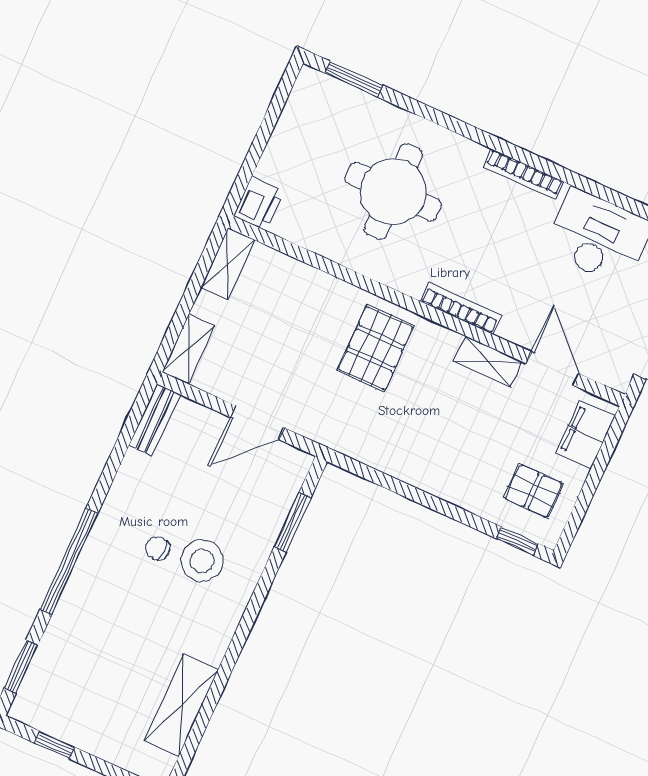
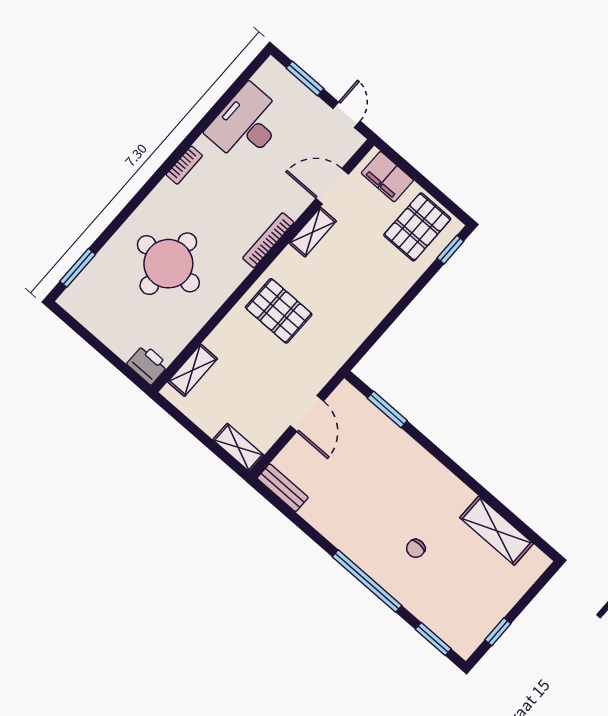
bookcase: (523, 174) -> (184, 165), width x0.64
shelving: (228, 264) -> (193, 370), moved, turned 90
pallet: (534, 491) -> (417, 227), width x1.50, depth x1.42
chair: (158, 548) -> (416, 548), moved
stool: (202, 561) -> (396, 484), removed

